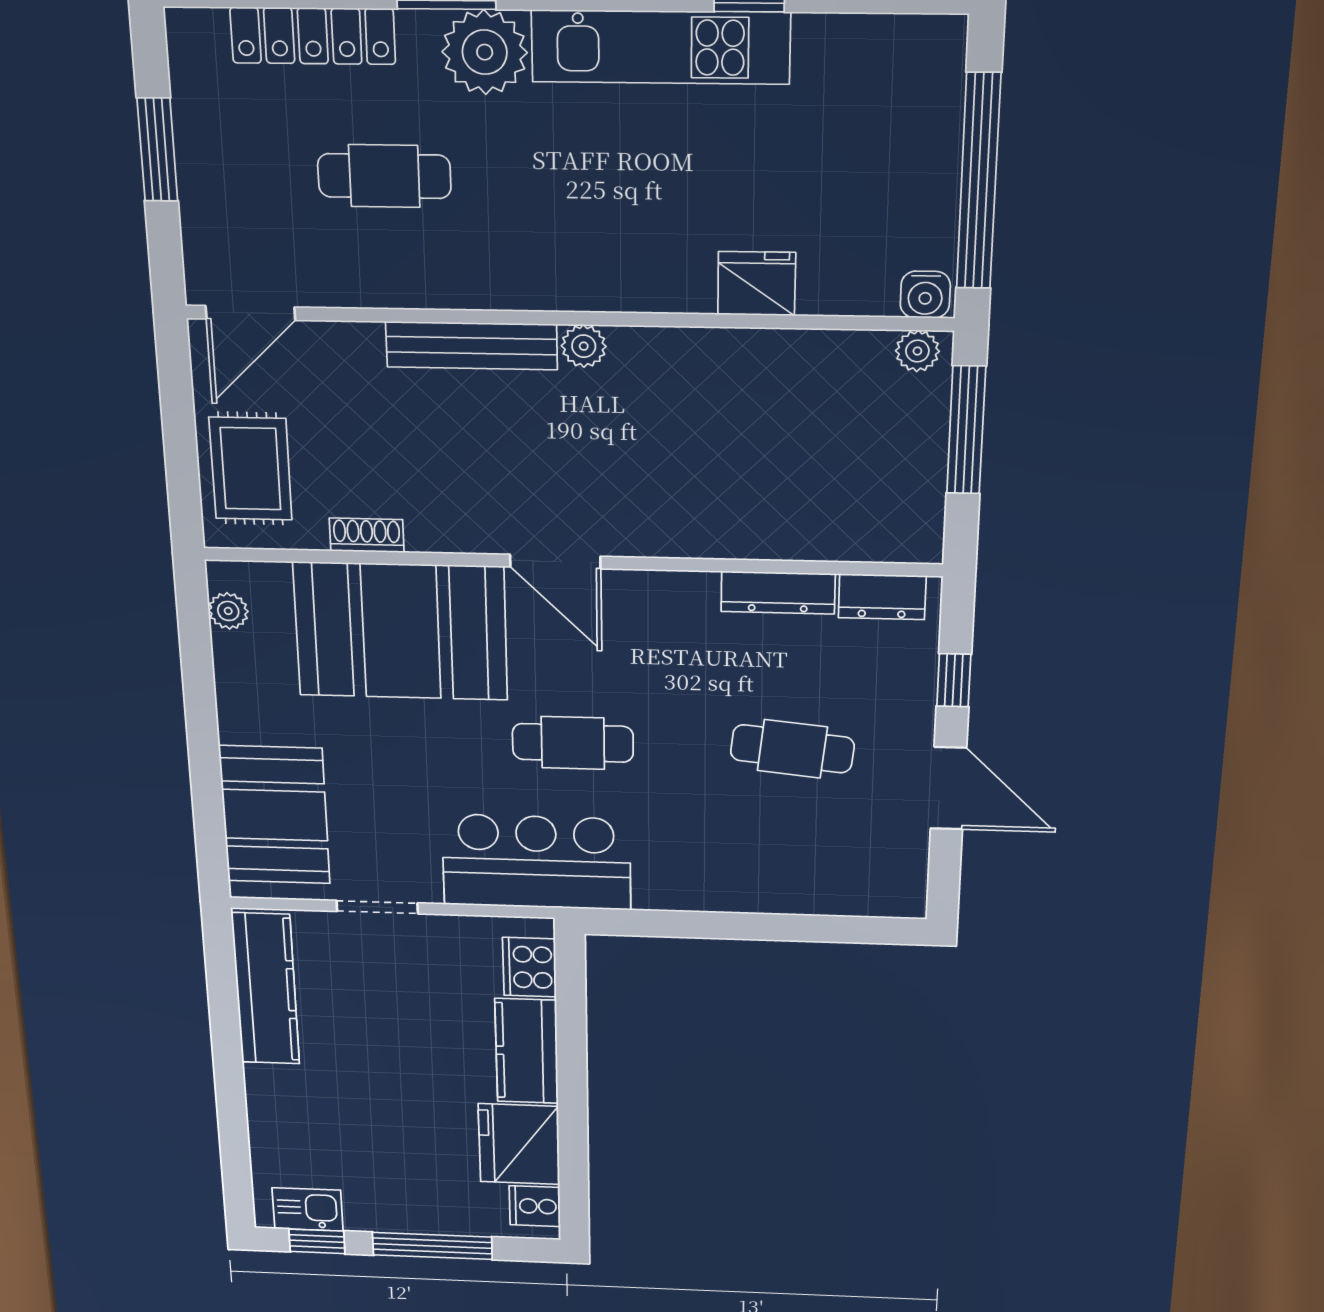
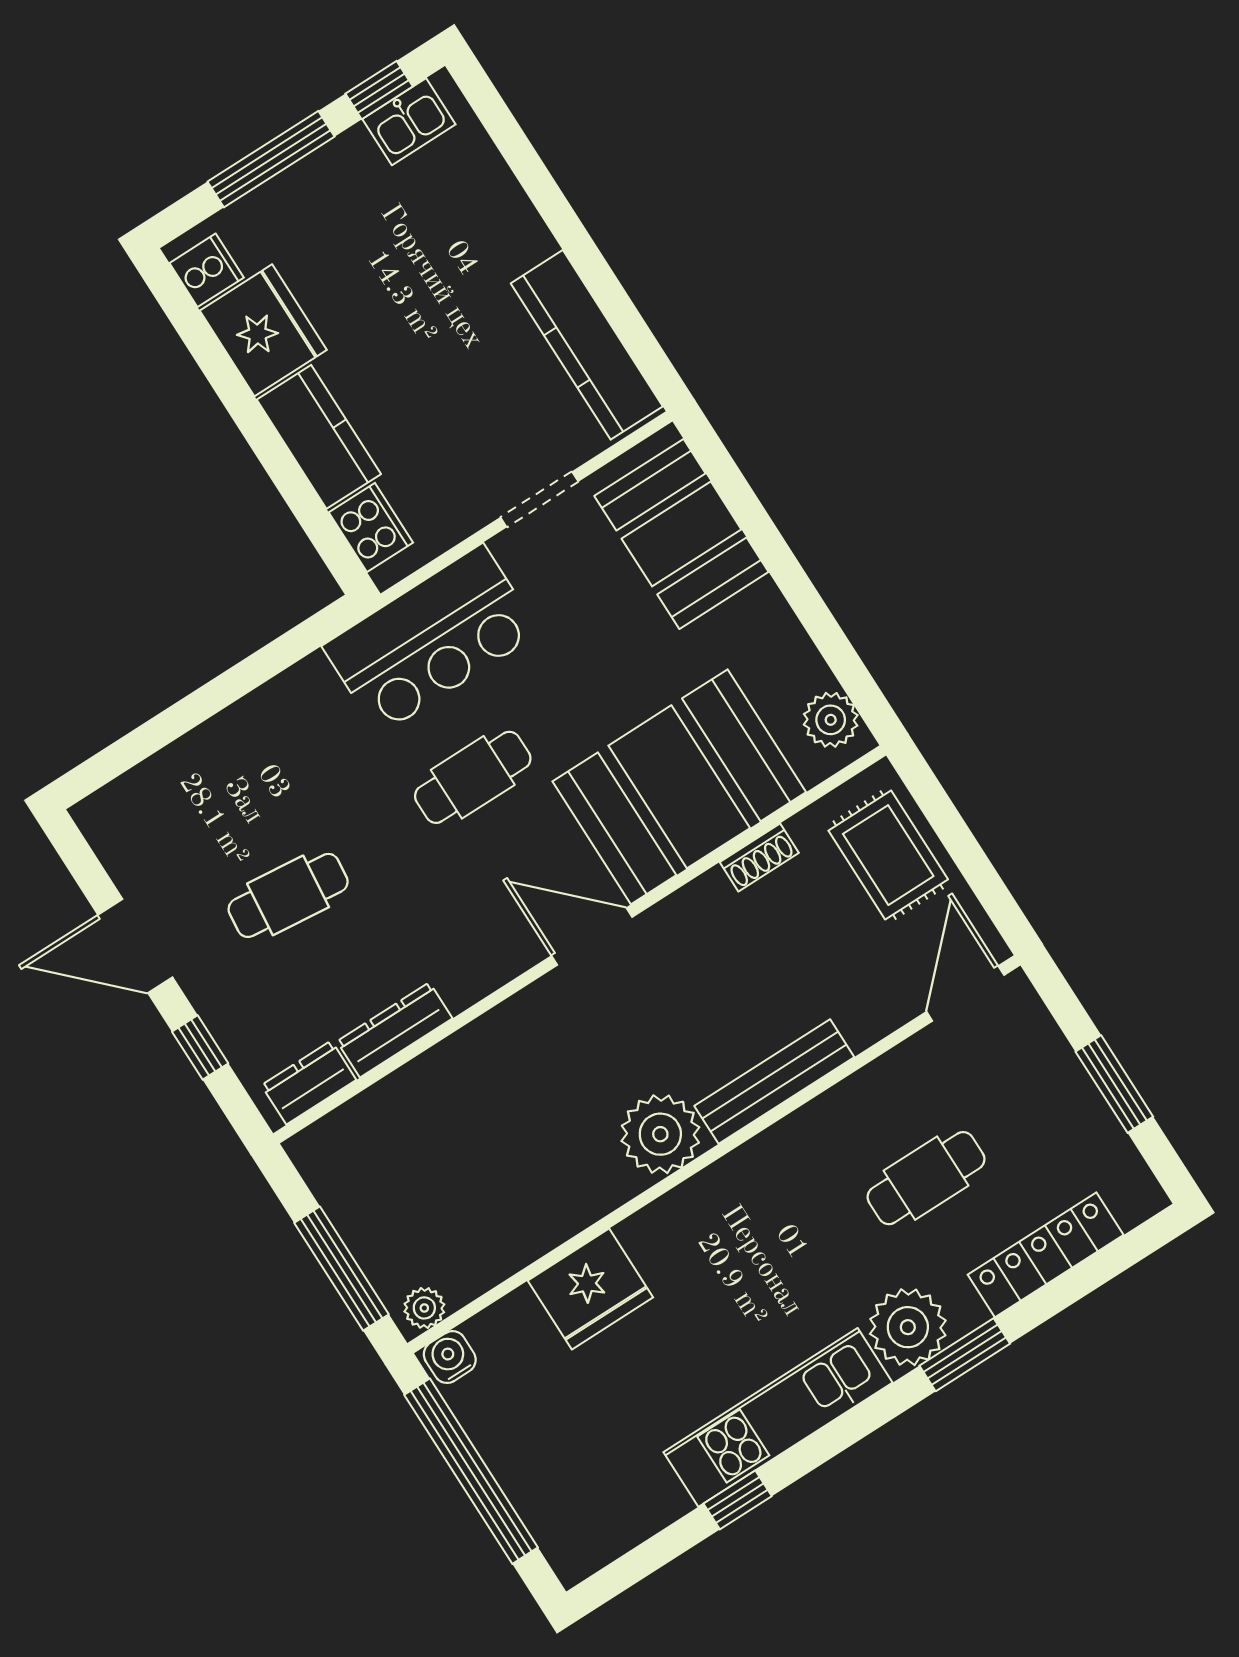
fridge: (757, 284) -> (590, 1289), width x1.36, depth x1.34
plant: (584, 346) -> (660, 1134), width x1.88, depth x1.88
plant: (228, 611) -> (831, 720), width x1.38, depth x1.38

